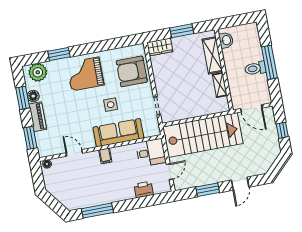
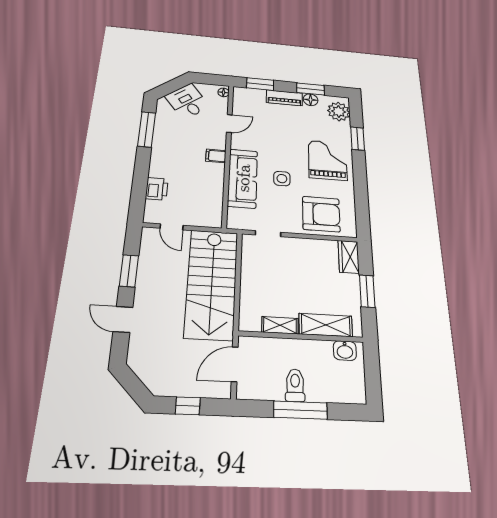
armchair: (132, 71) -> (321, 214), turned 90
desk: (151, 153) -> (187, 101), moved, turned 143

